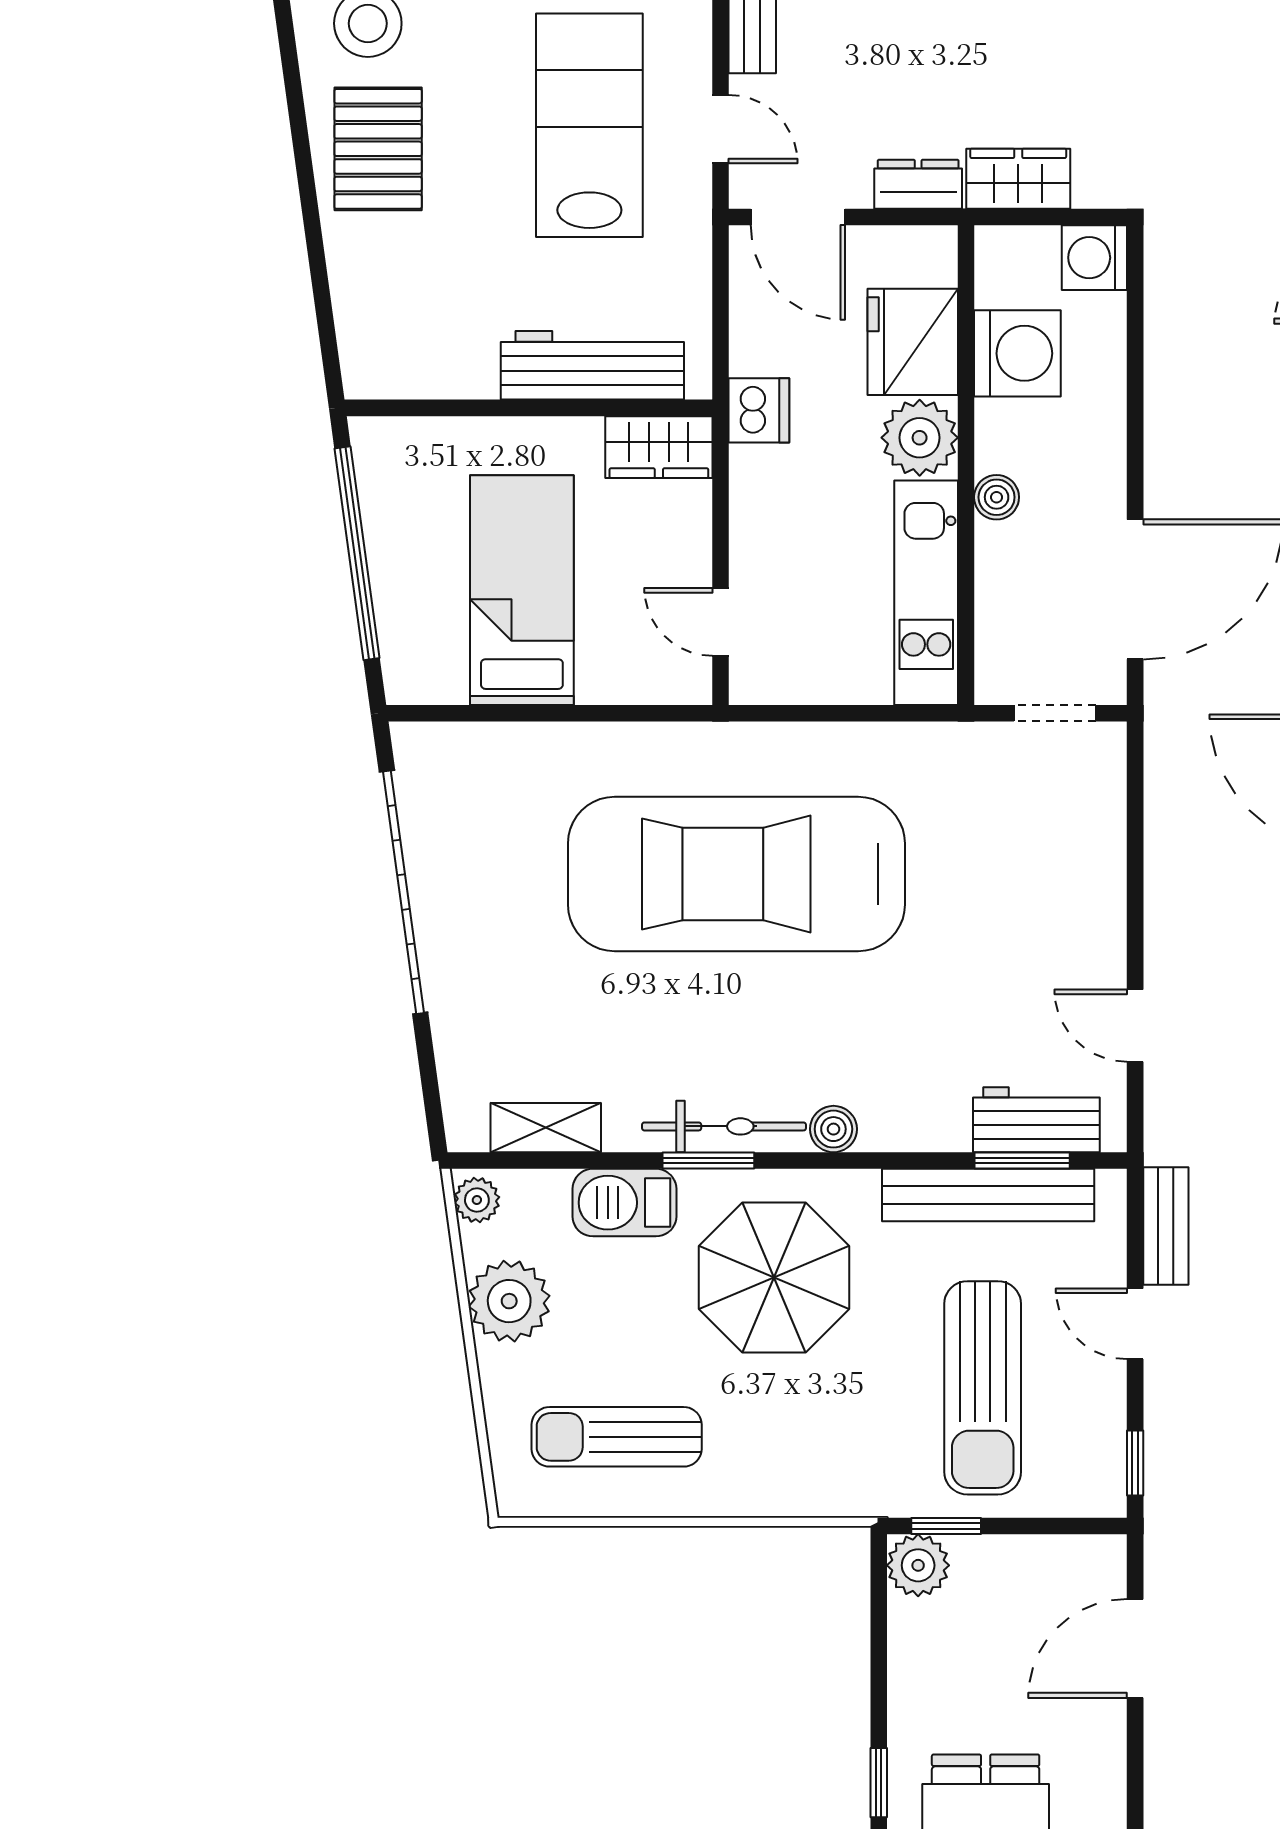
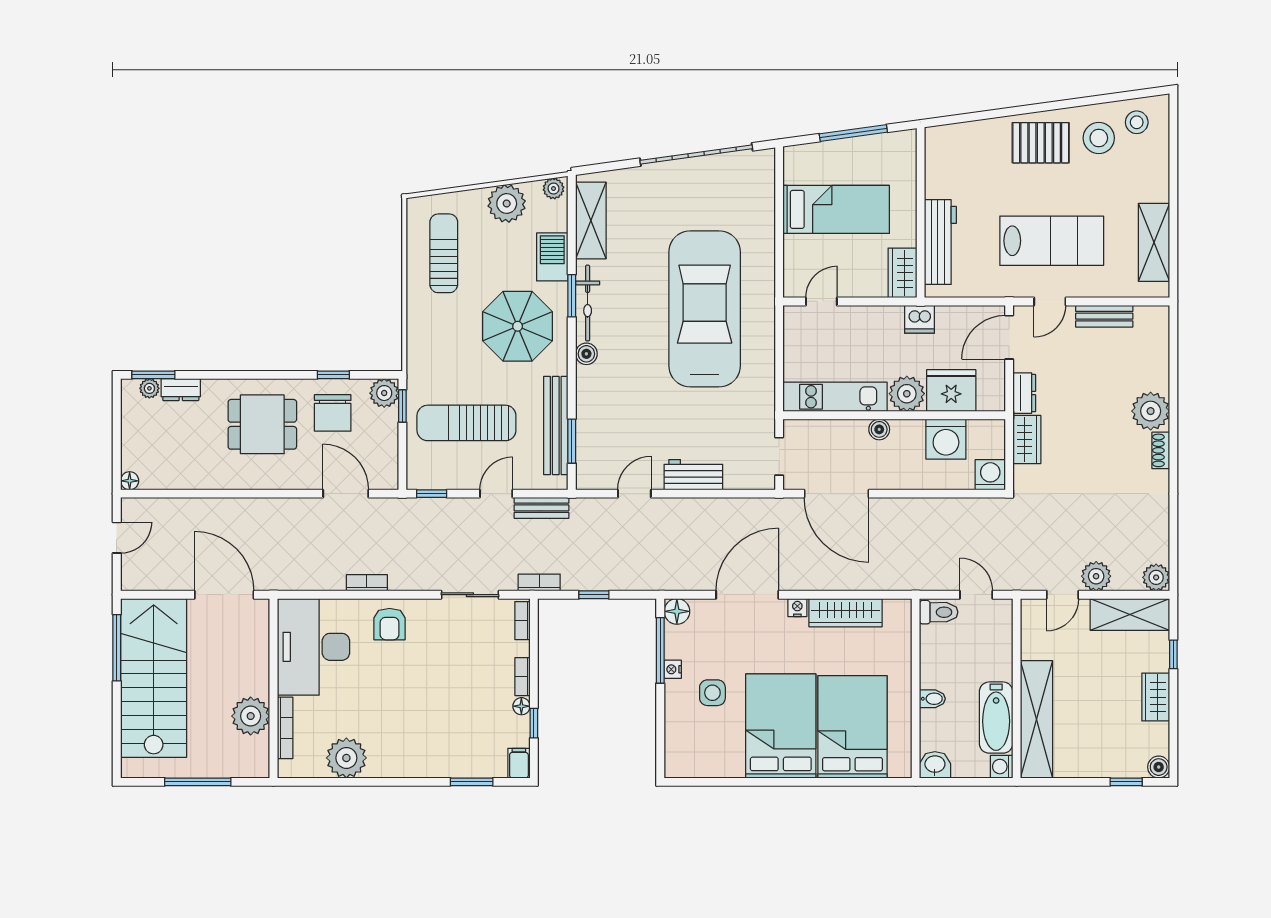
window: (357, 553) -> (853, 133), width x0.68
workbench: (1036, 1120) -> (693, 475), moved, turned -90
shelving: (546, 1128) -> (591, 220), width x1.50, depth x1.33
chair: (961, 1676) -> (333, 413), added
window: (879, 1783) -> (333, 375), moved

